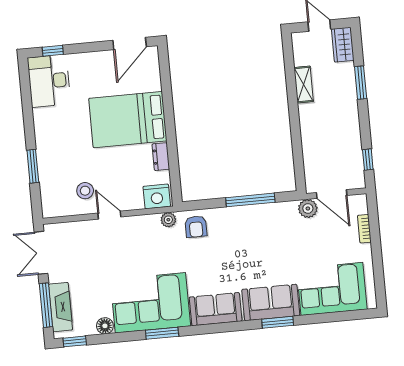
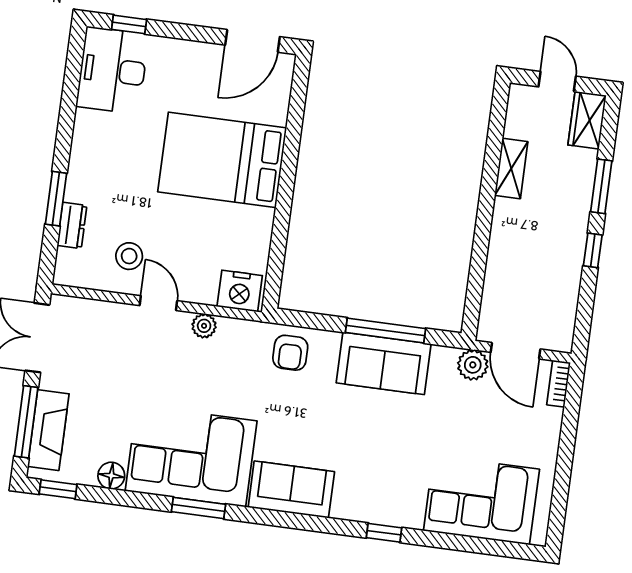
dresser: (161, 157) -> (72, 225), moved, turned 180
window: (368, 160) -> (593, 250), moved
plant: (168, 220) -> (204, 326), moved
bookcase: (364, 229) -> (559, 384), moved
sofa: (271, 302) -> (384, 363), moved, turned 180
window: (278, 322) -> (384, 533), width x0.67

